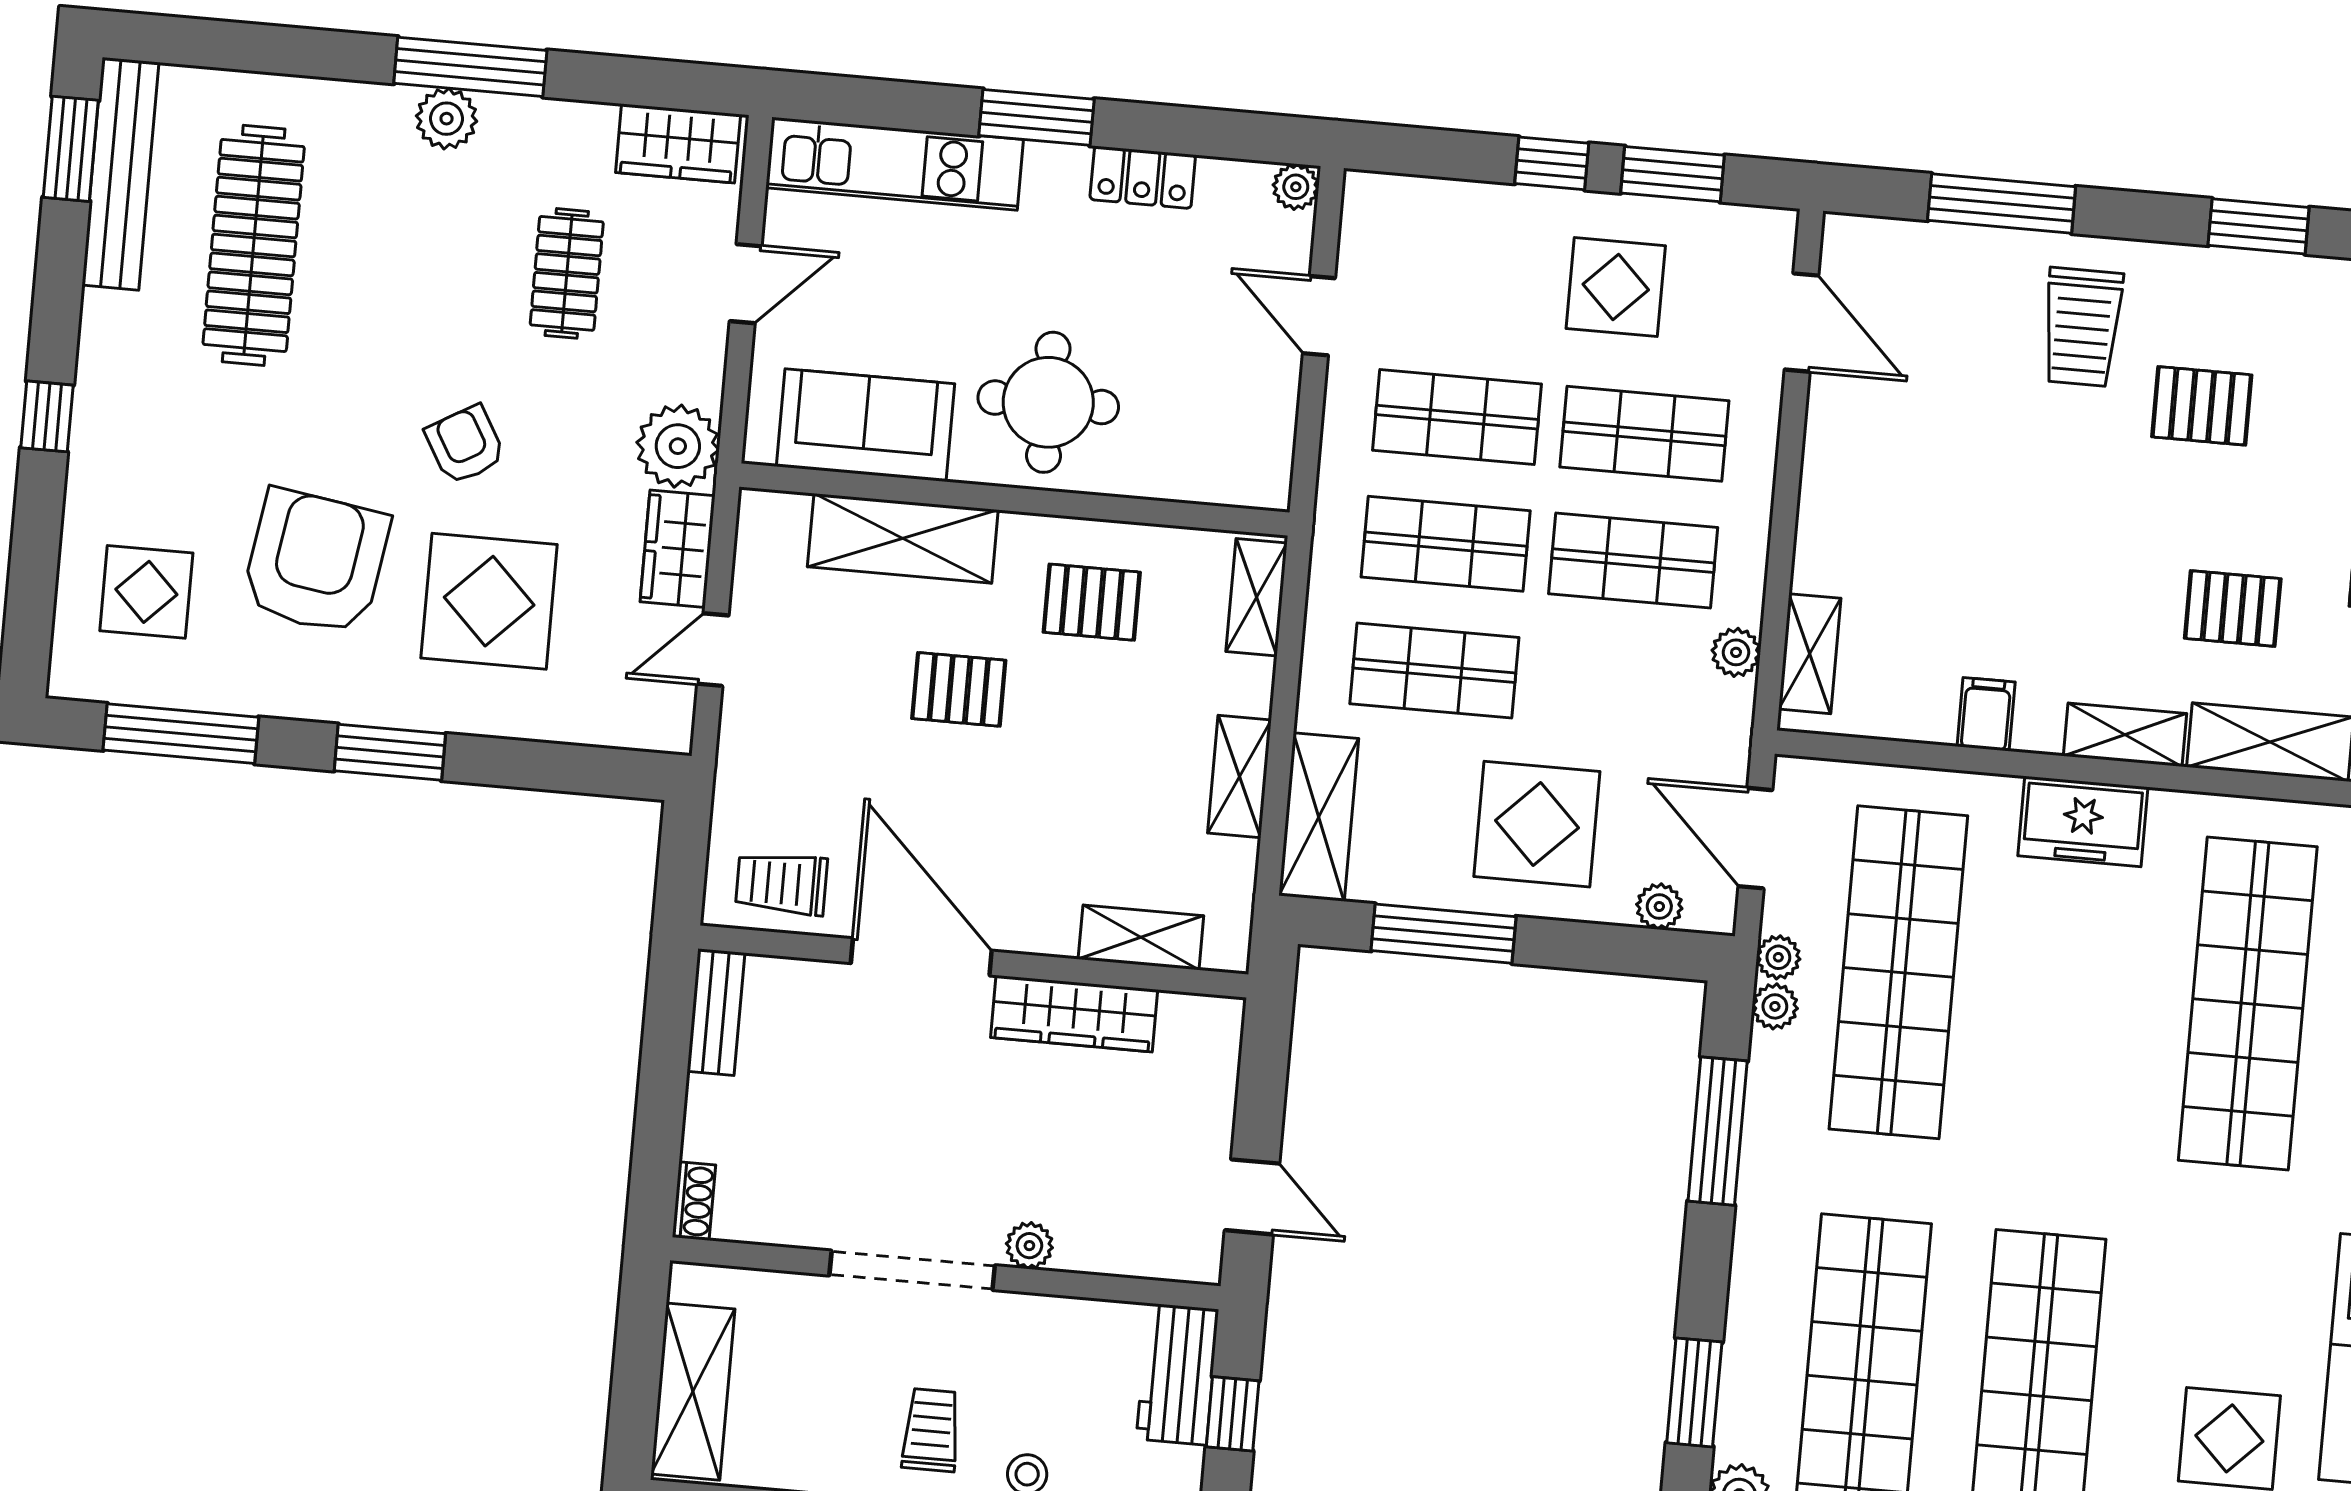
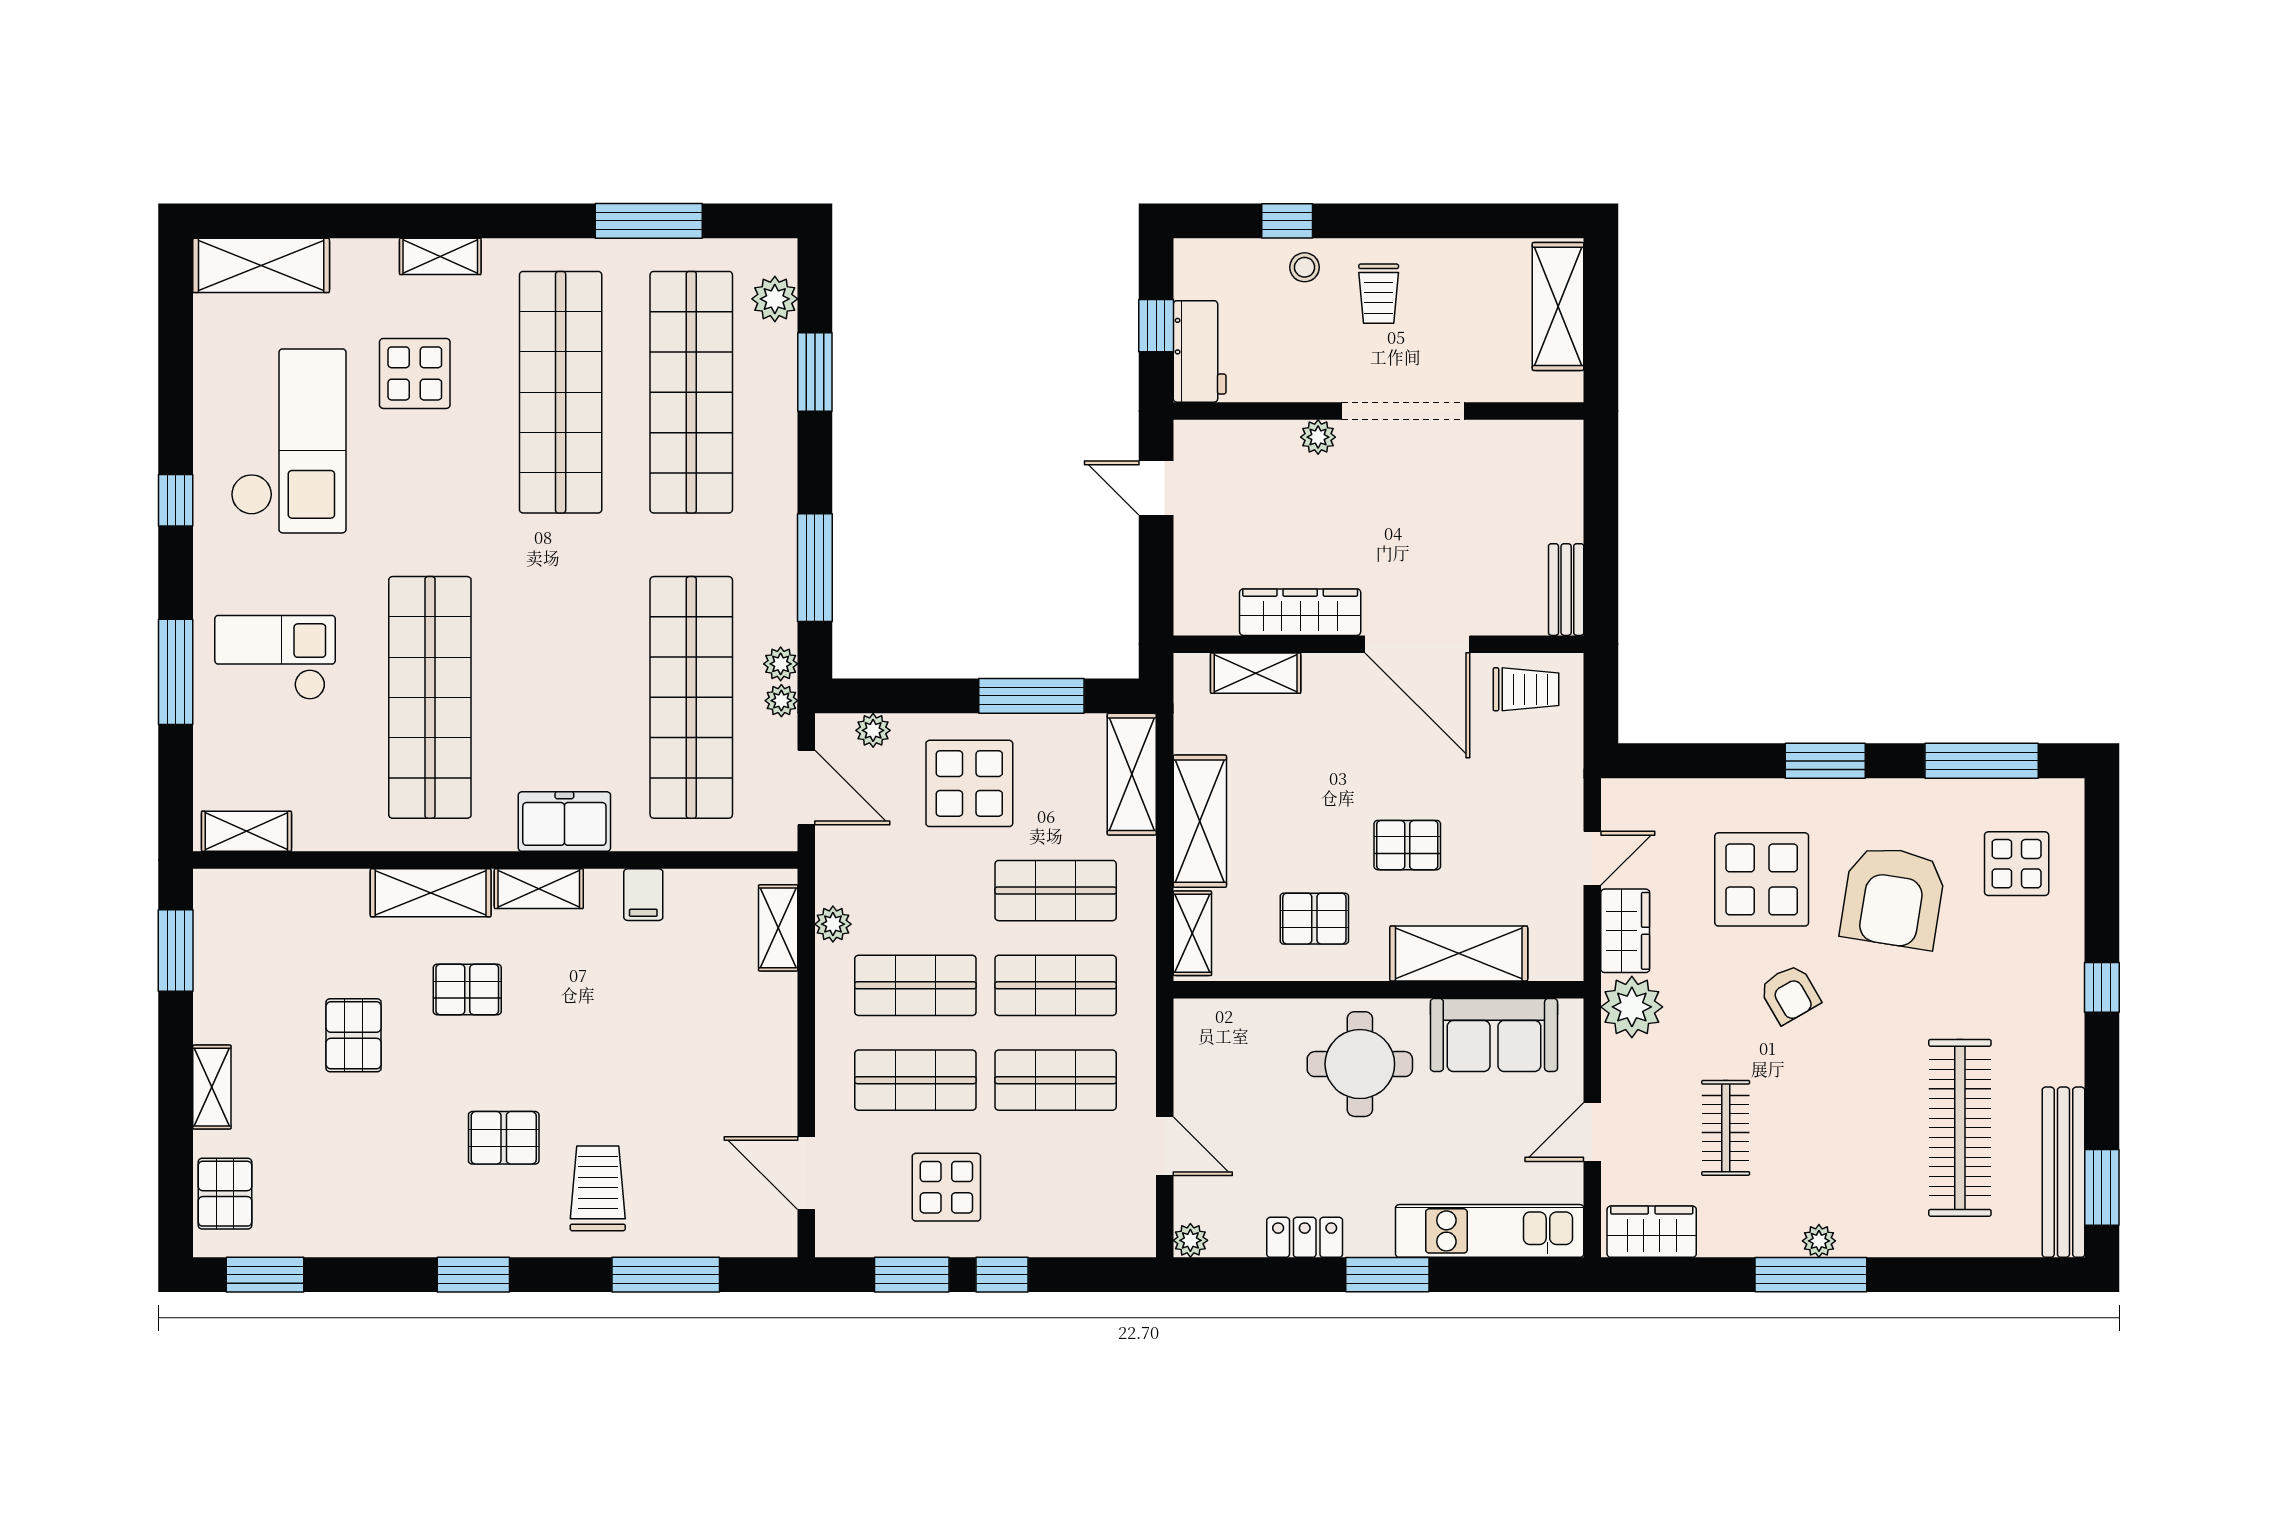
plant: (447, 119) -> (1819, 1241), width x0.73, depth x0.73
shelving: (1239, 776) -> (1200, 821), width x1.50, depth x1.33
shoe rack: (694, 1201) -> (1570, 448), removed

